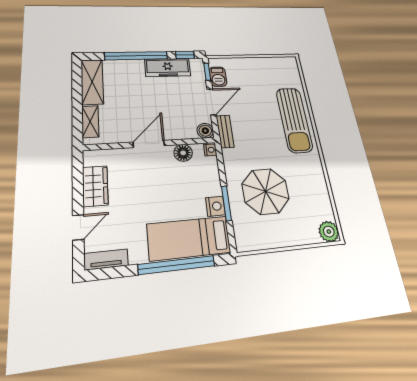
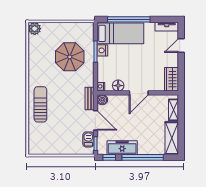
door: (212, 102) -> (95, 120), swing flipped
sun lounger: (294, 120) -> (40, 104), width x0.73, depth x0.75
wardrobe: (95, 186) -> (171, 79), moved

